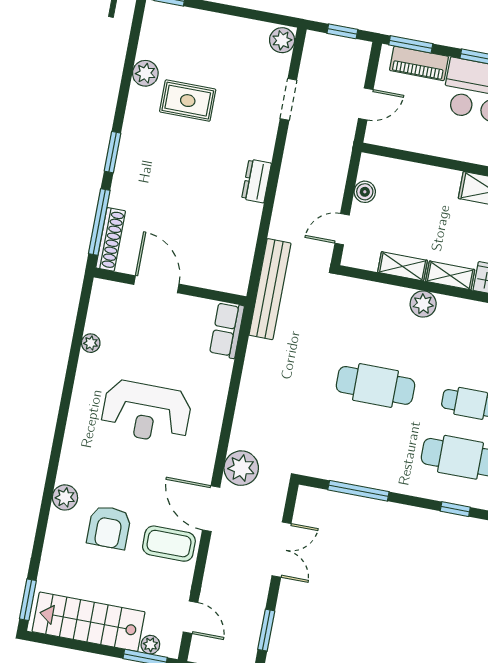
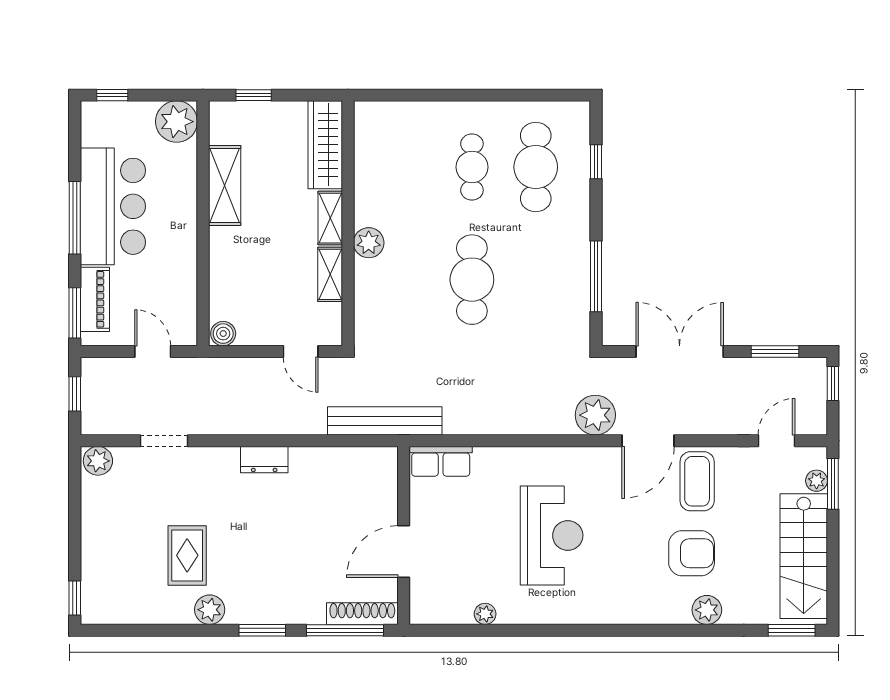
plant: (145, 73) -> (210, 610), moved
boiler: (365, 192) -> (223, 334), moved
plant: (65, 497) -> (707, 610), moved
double door: (281, 550) -> (680, 351), width x1.37

